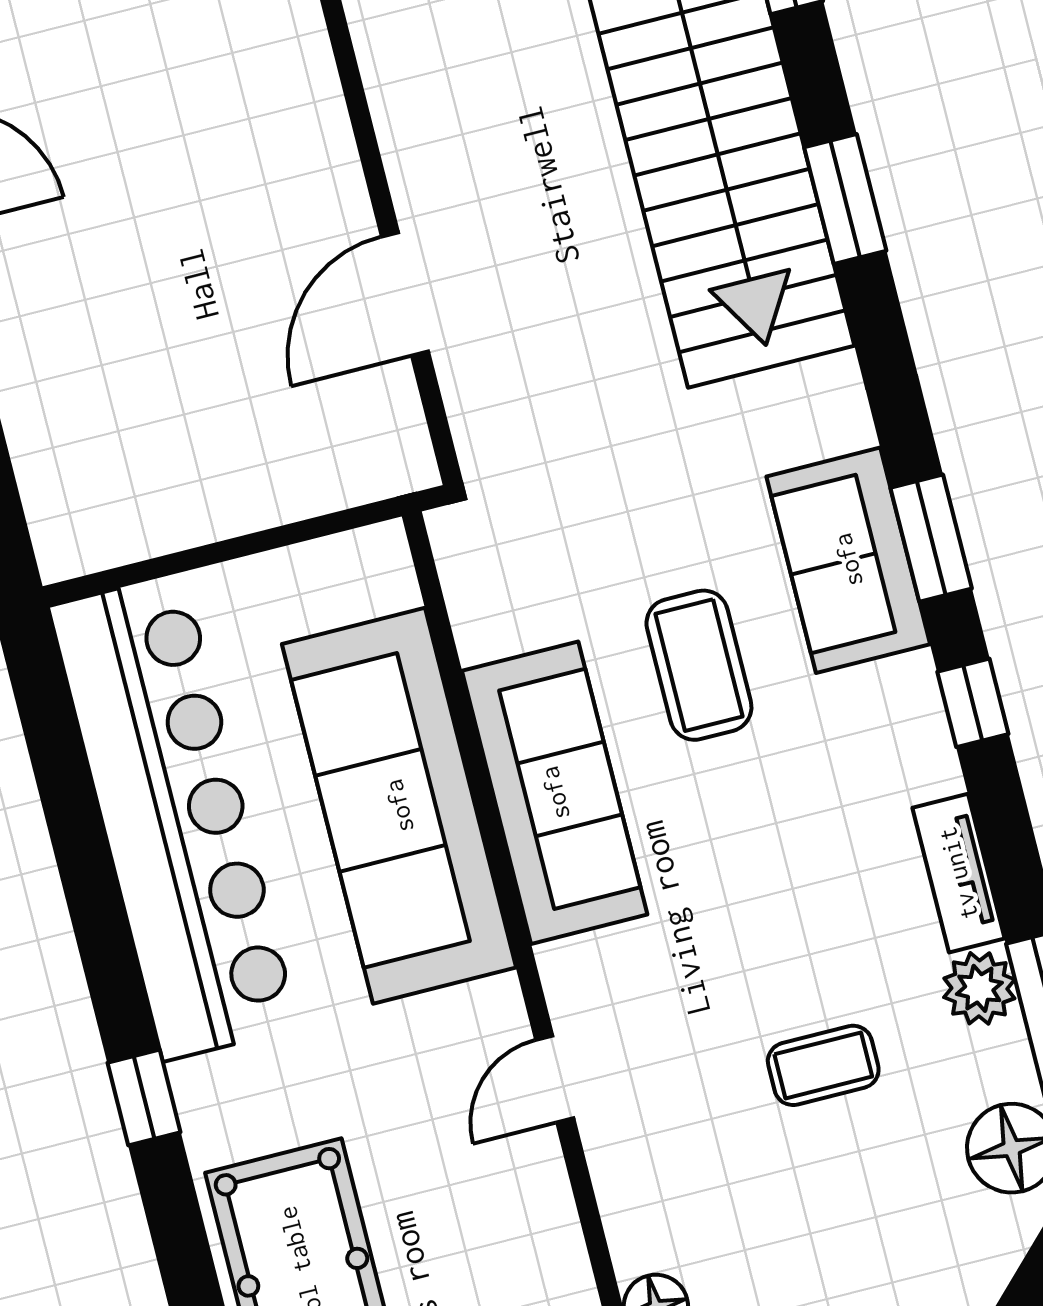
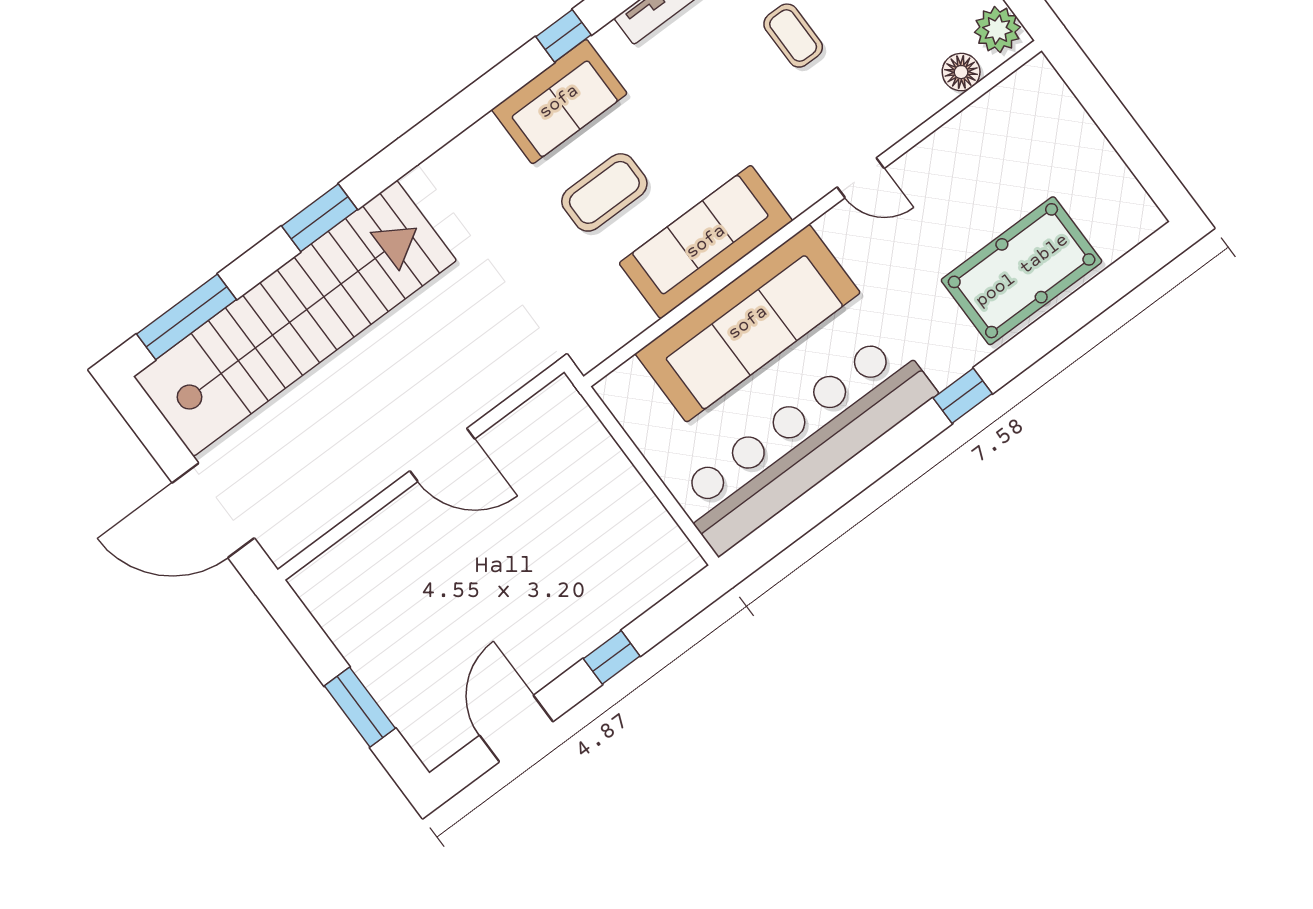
door: (405, 294) -> (442, 455), moved
window: (931, 538) -> (484, 95), removed
sofa: (848, 560) -> (559, 102), moved

